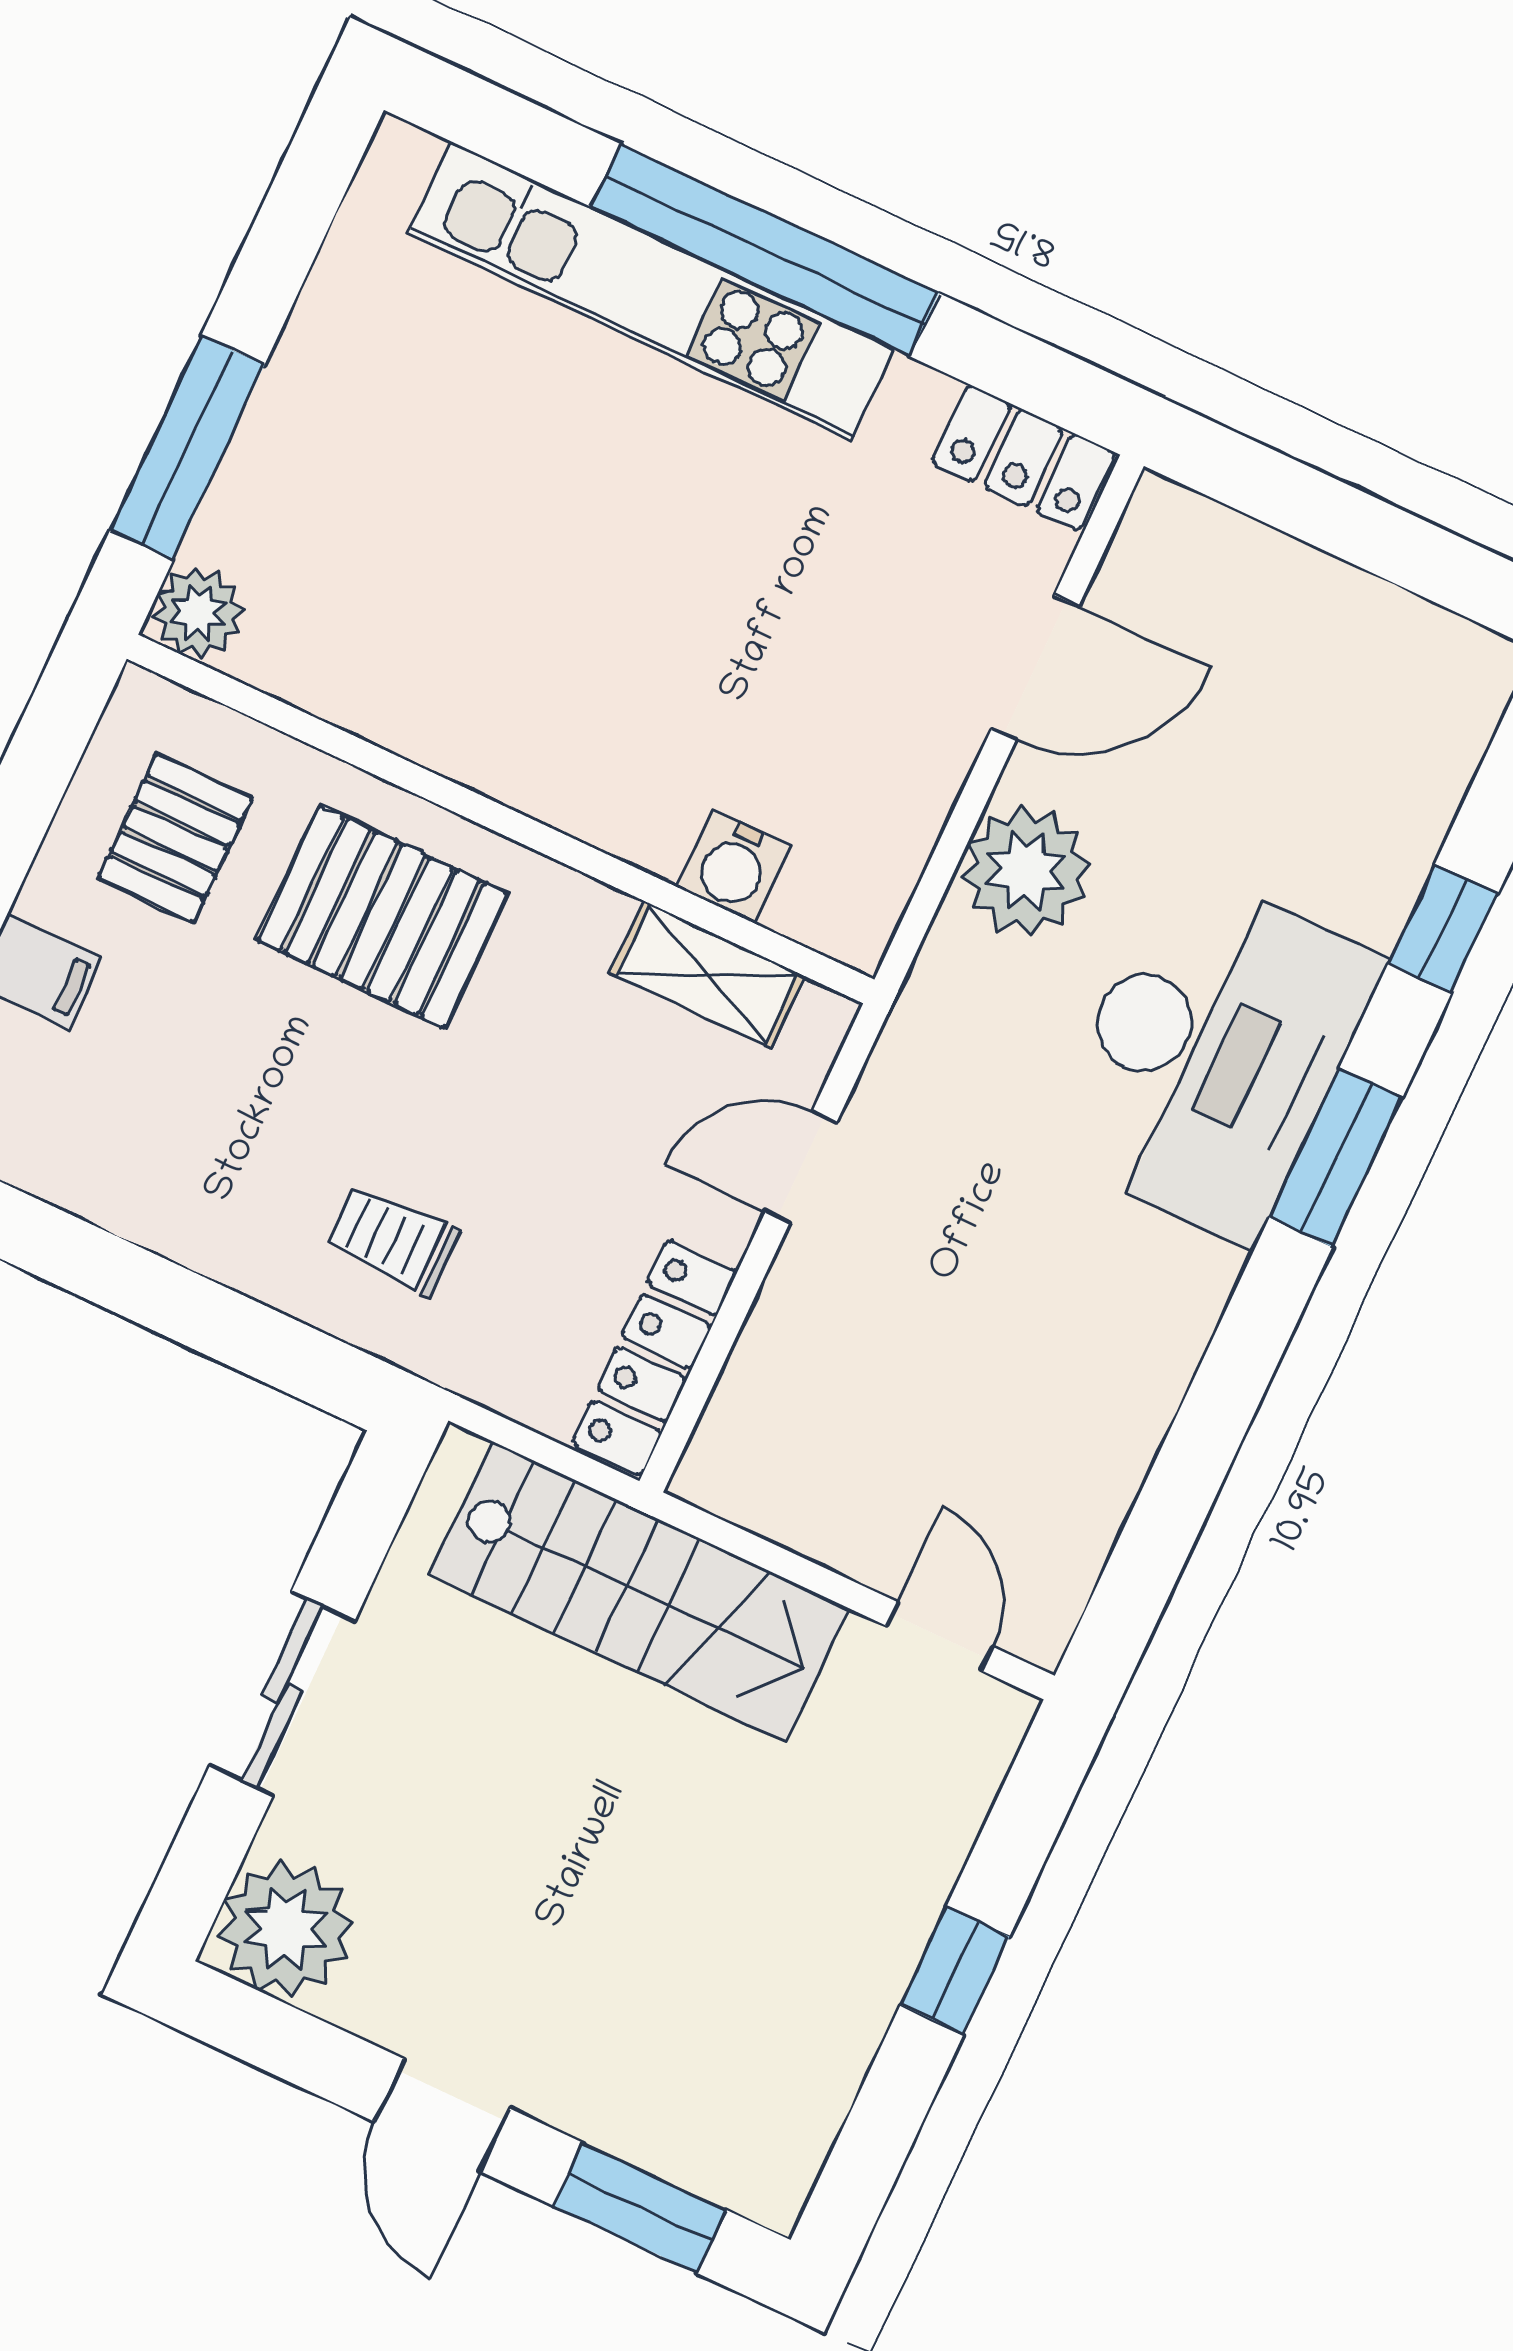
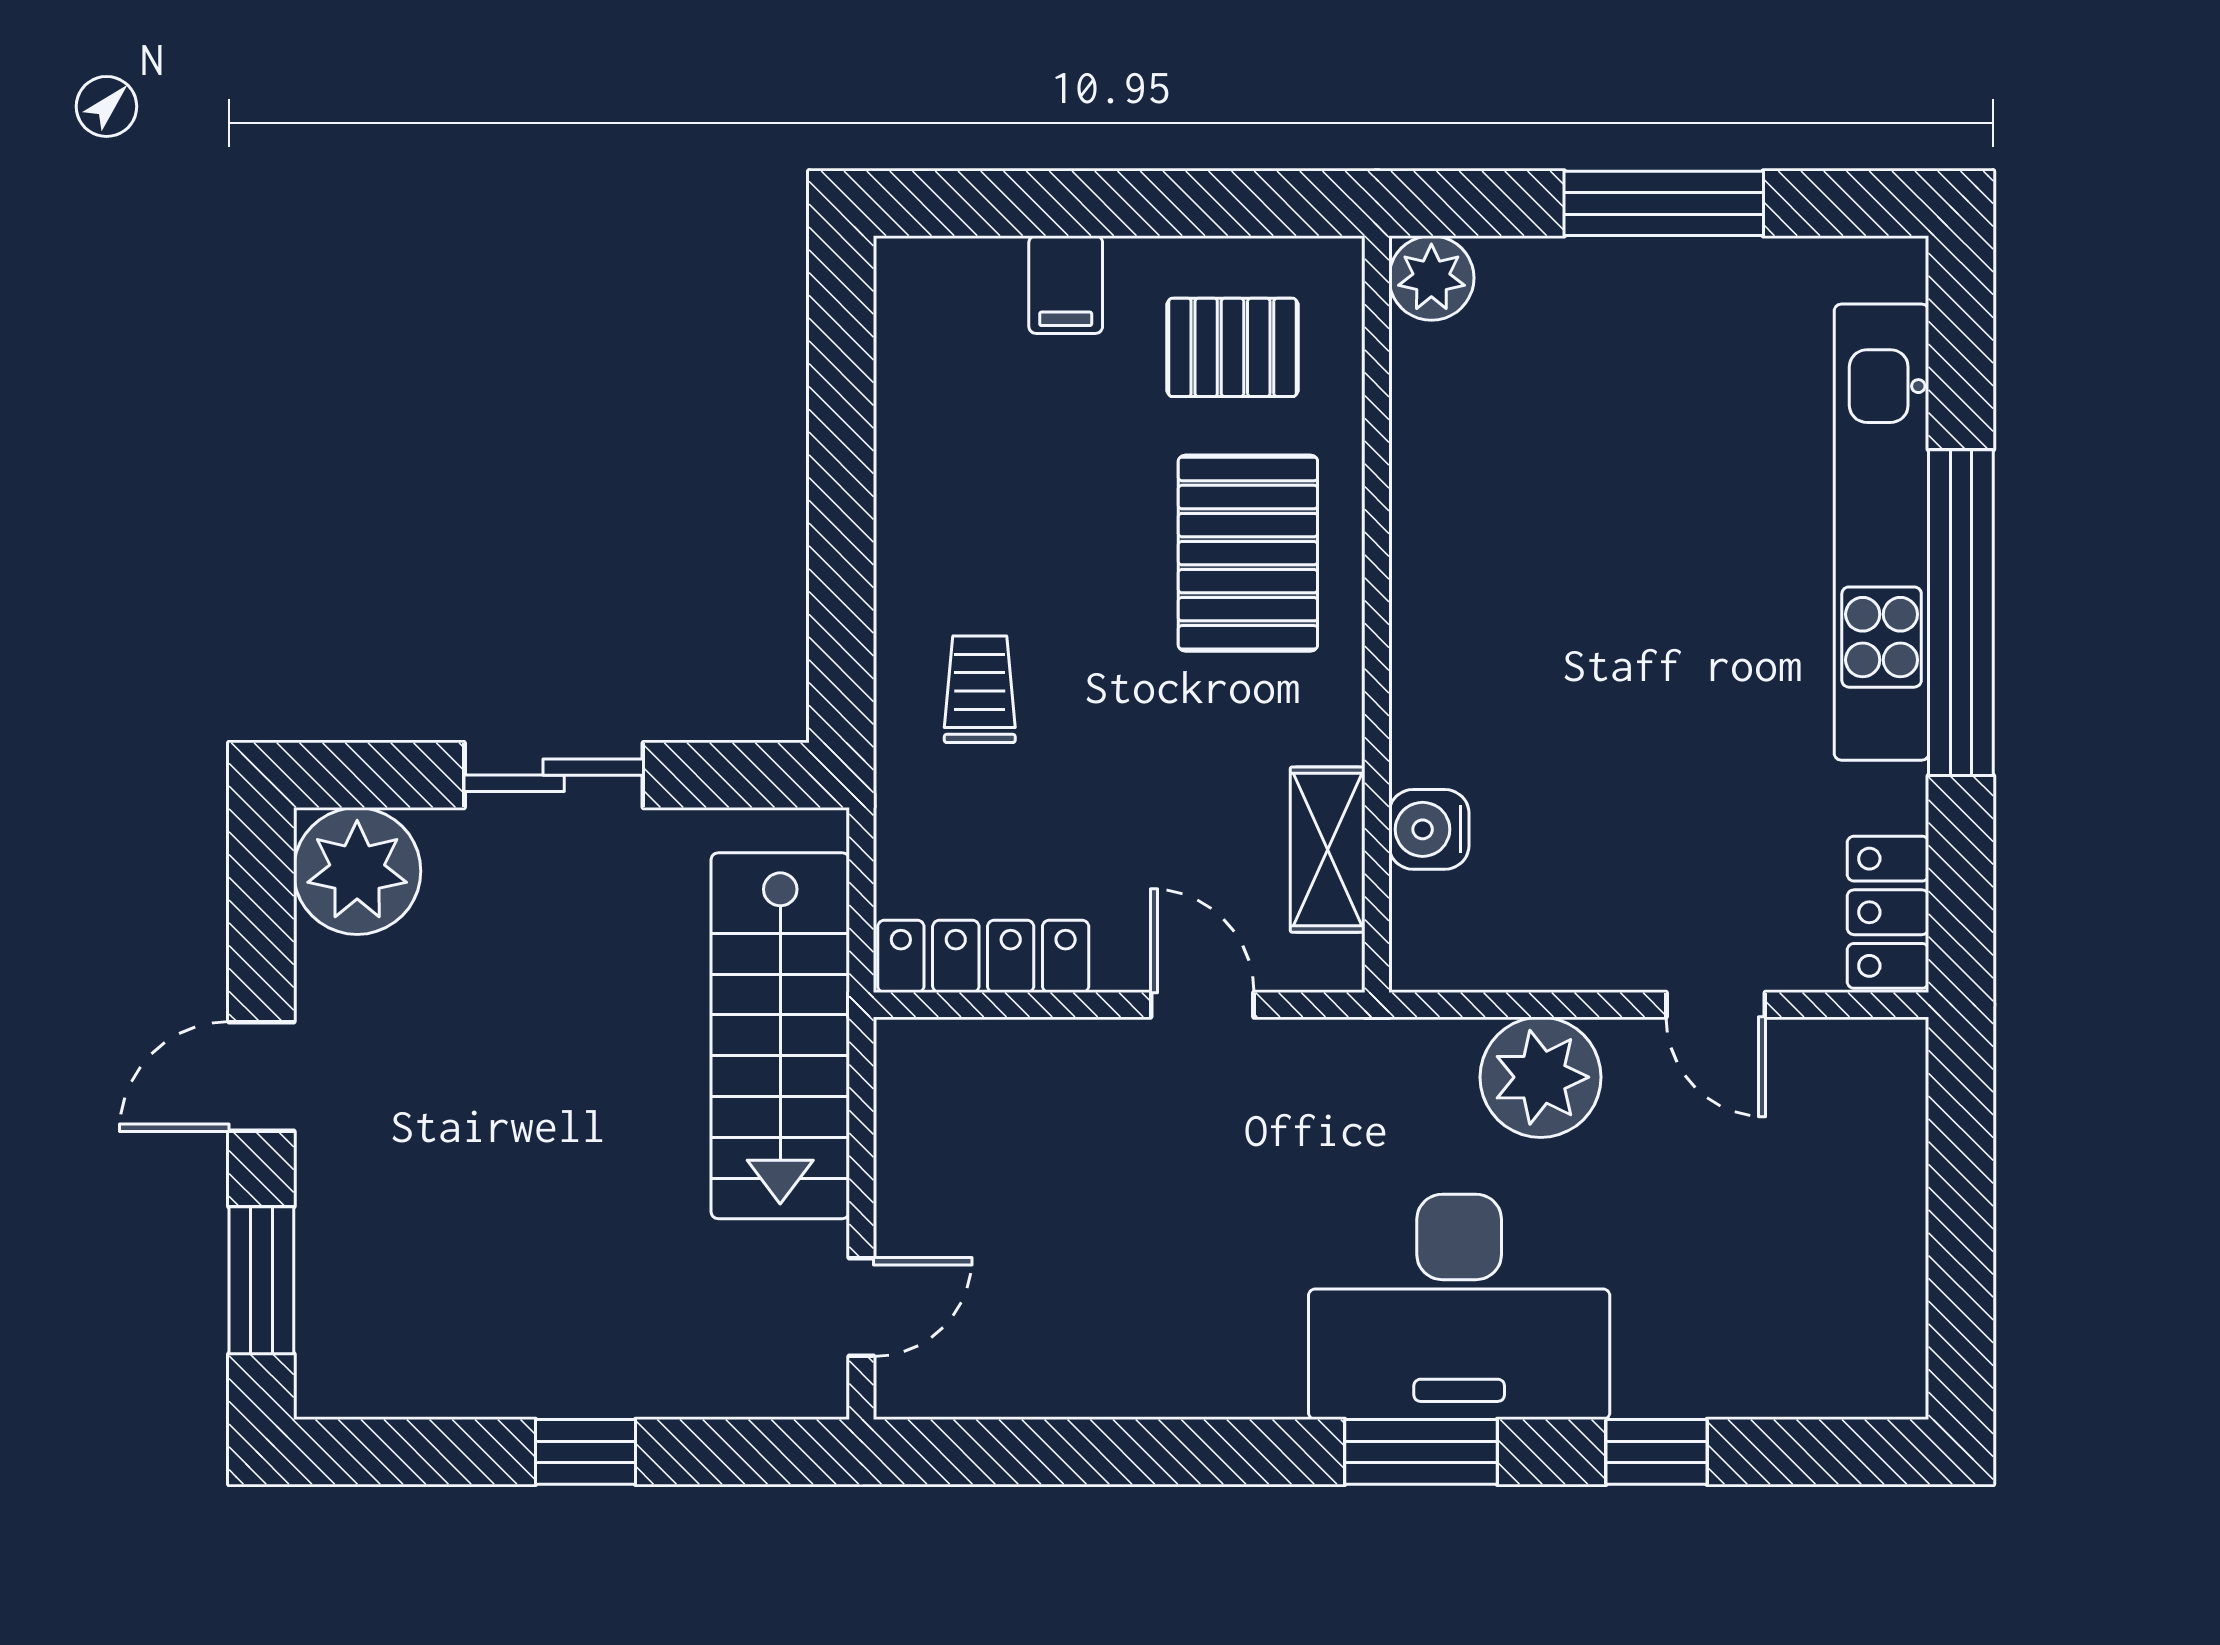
window: (187, 447) -> (1664, 203), moved
door: (1035, 667) -> (1716, 1005), width x0.73

